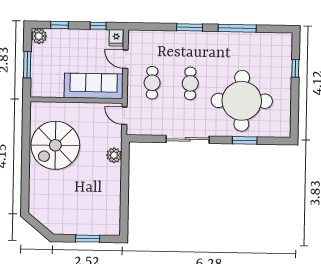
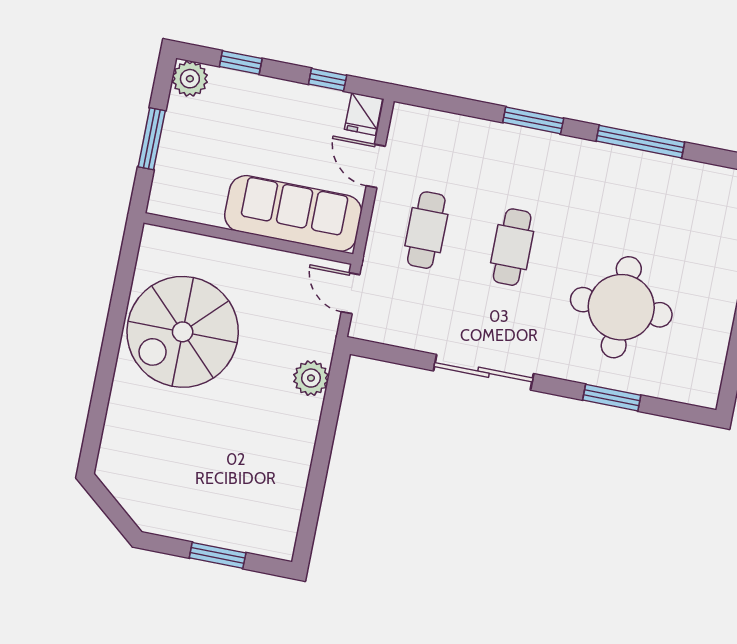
round table: (242, 101) -> (621, 307), width x0.73, depth x0.73

